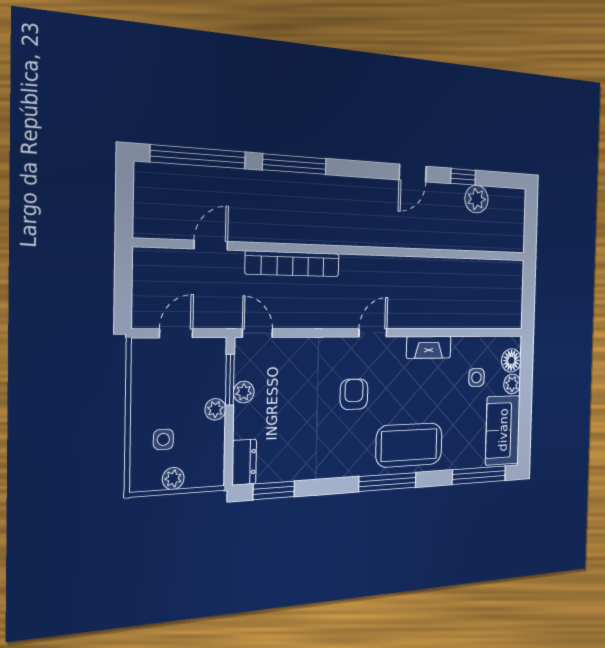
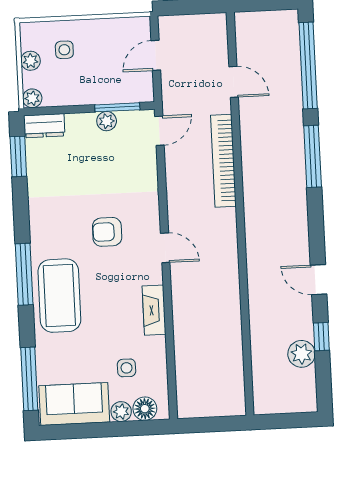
door: (176, 333) -> (156, 55), swing flipped
armchair: (354, 394) -> (107, 232), turned 180
plant: (215, 409) -> (32, 98), moved

